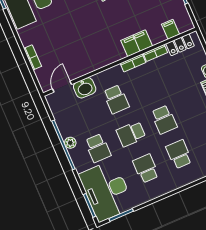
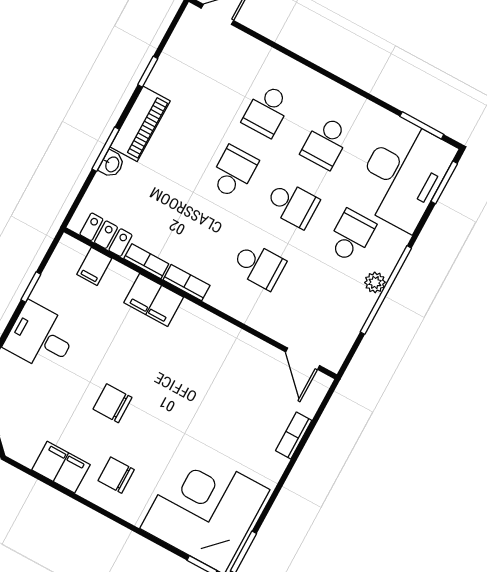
door: (62, 87) -> (303, 359), hinge flipped
washbasin: (85, 88) -> (278, 324), removed
school desk: (116, 99) -> (259, 266), turned 90

